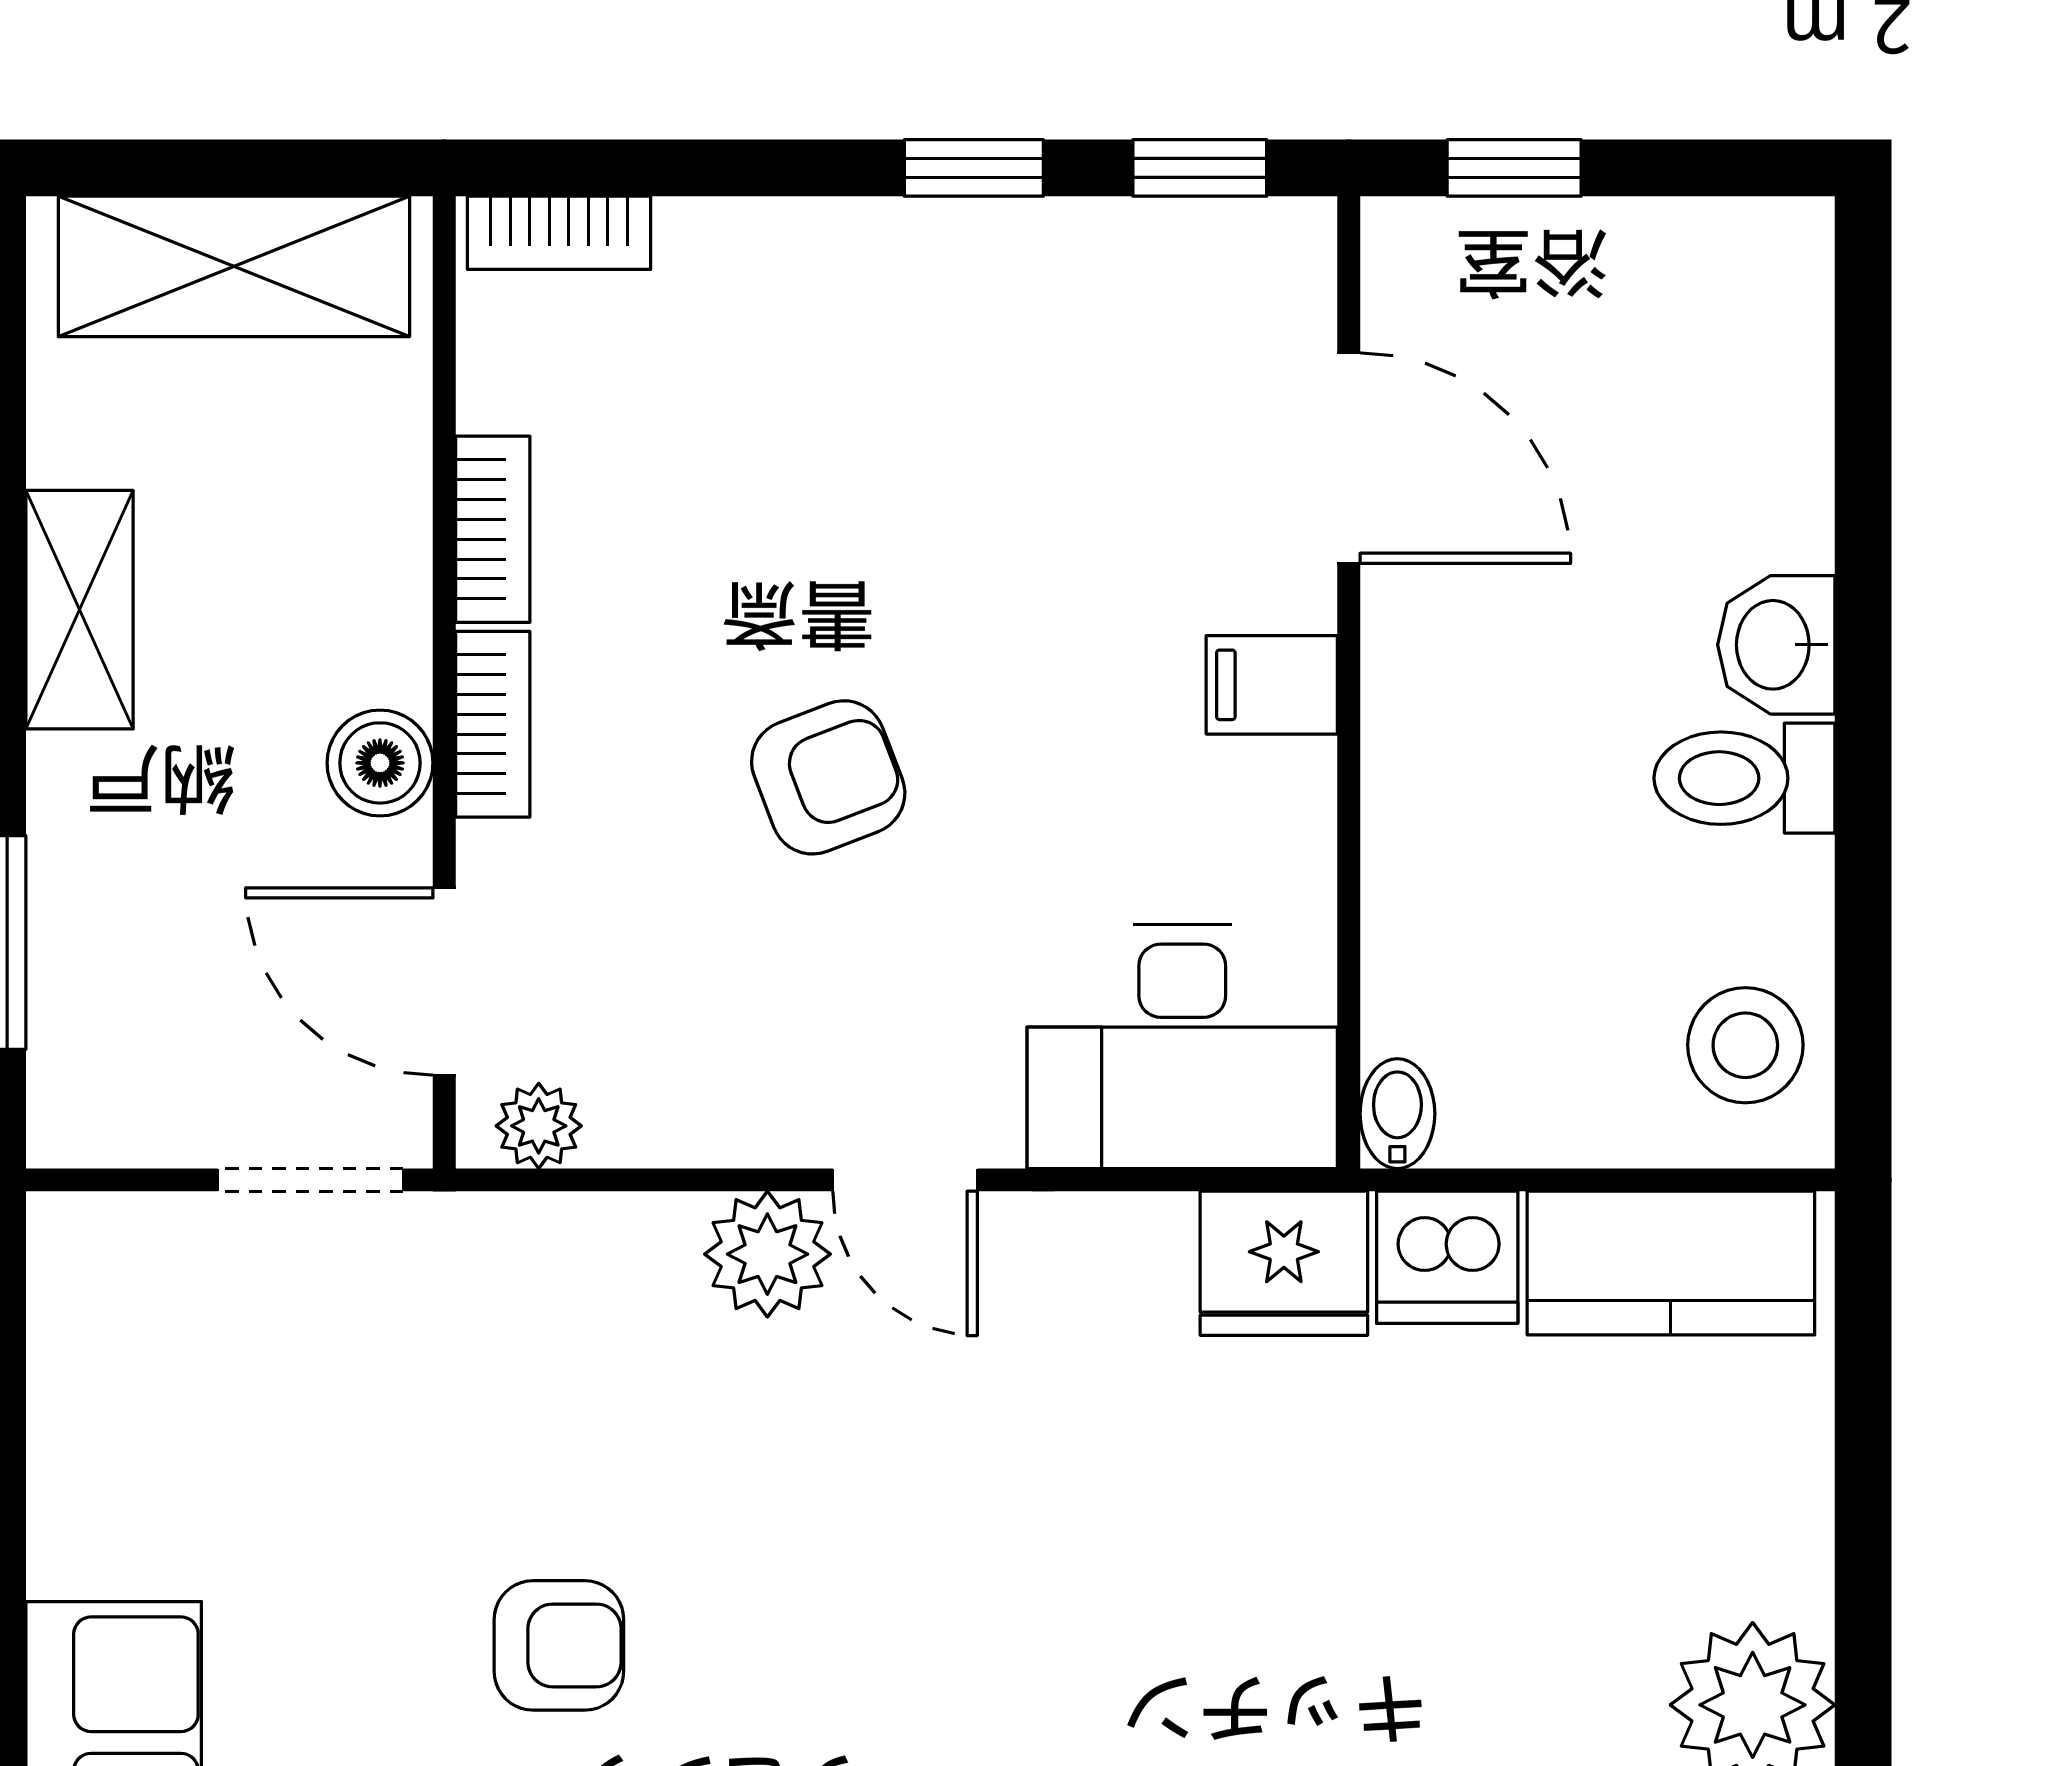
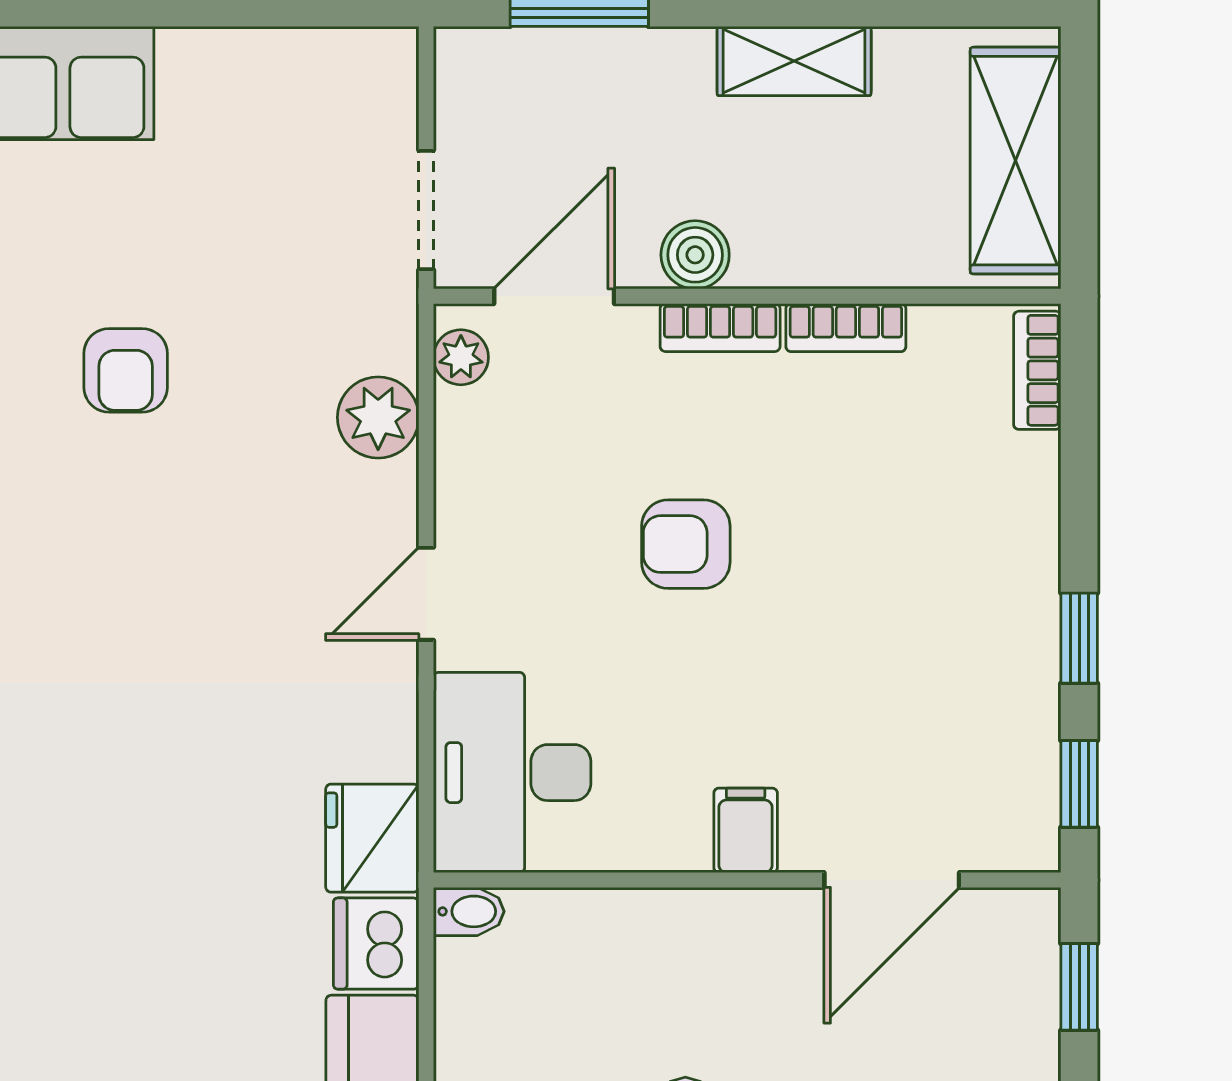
armchair: (828, 777) -> (686, 544), turned 111
plant: (767, 1254) -> (378, 417), moved

